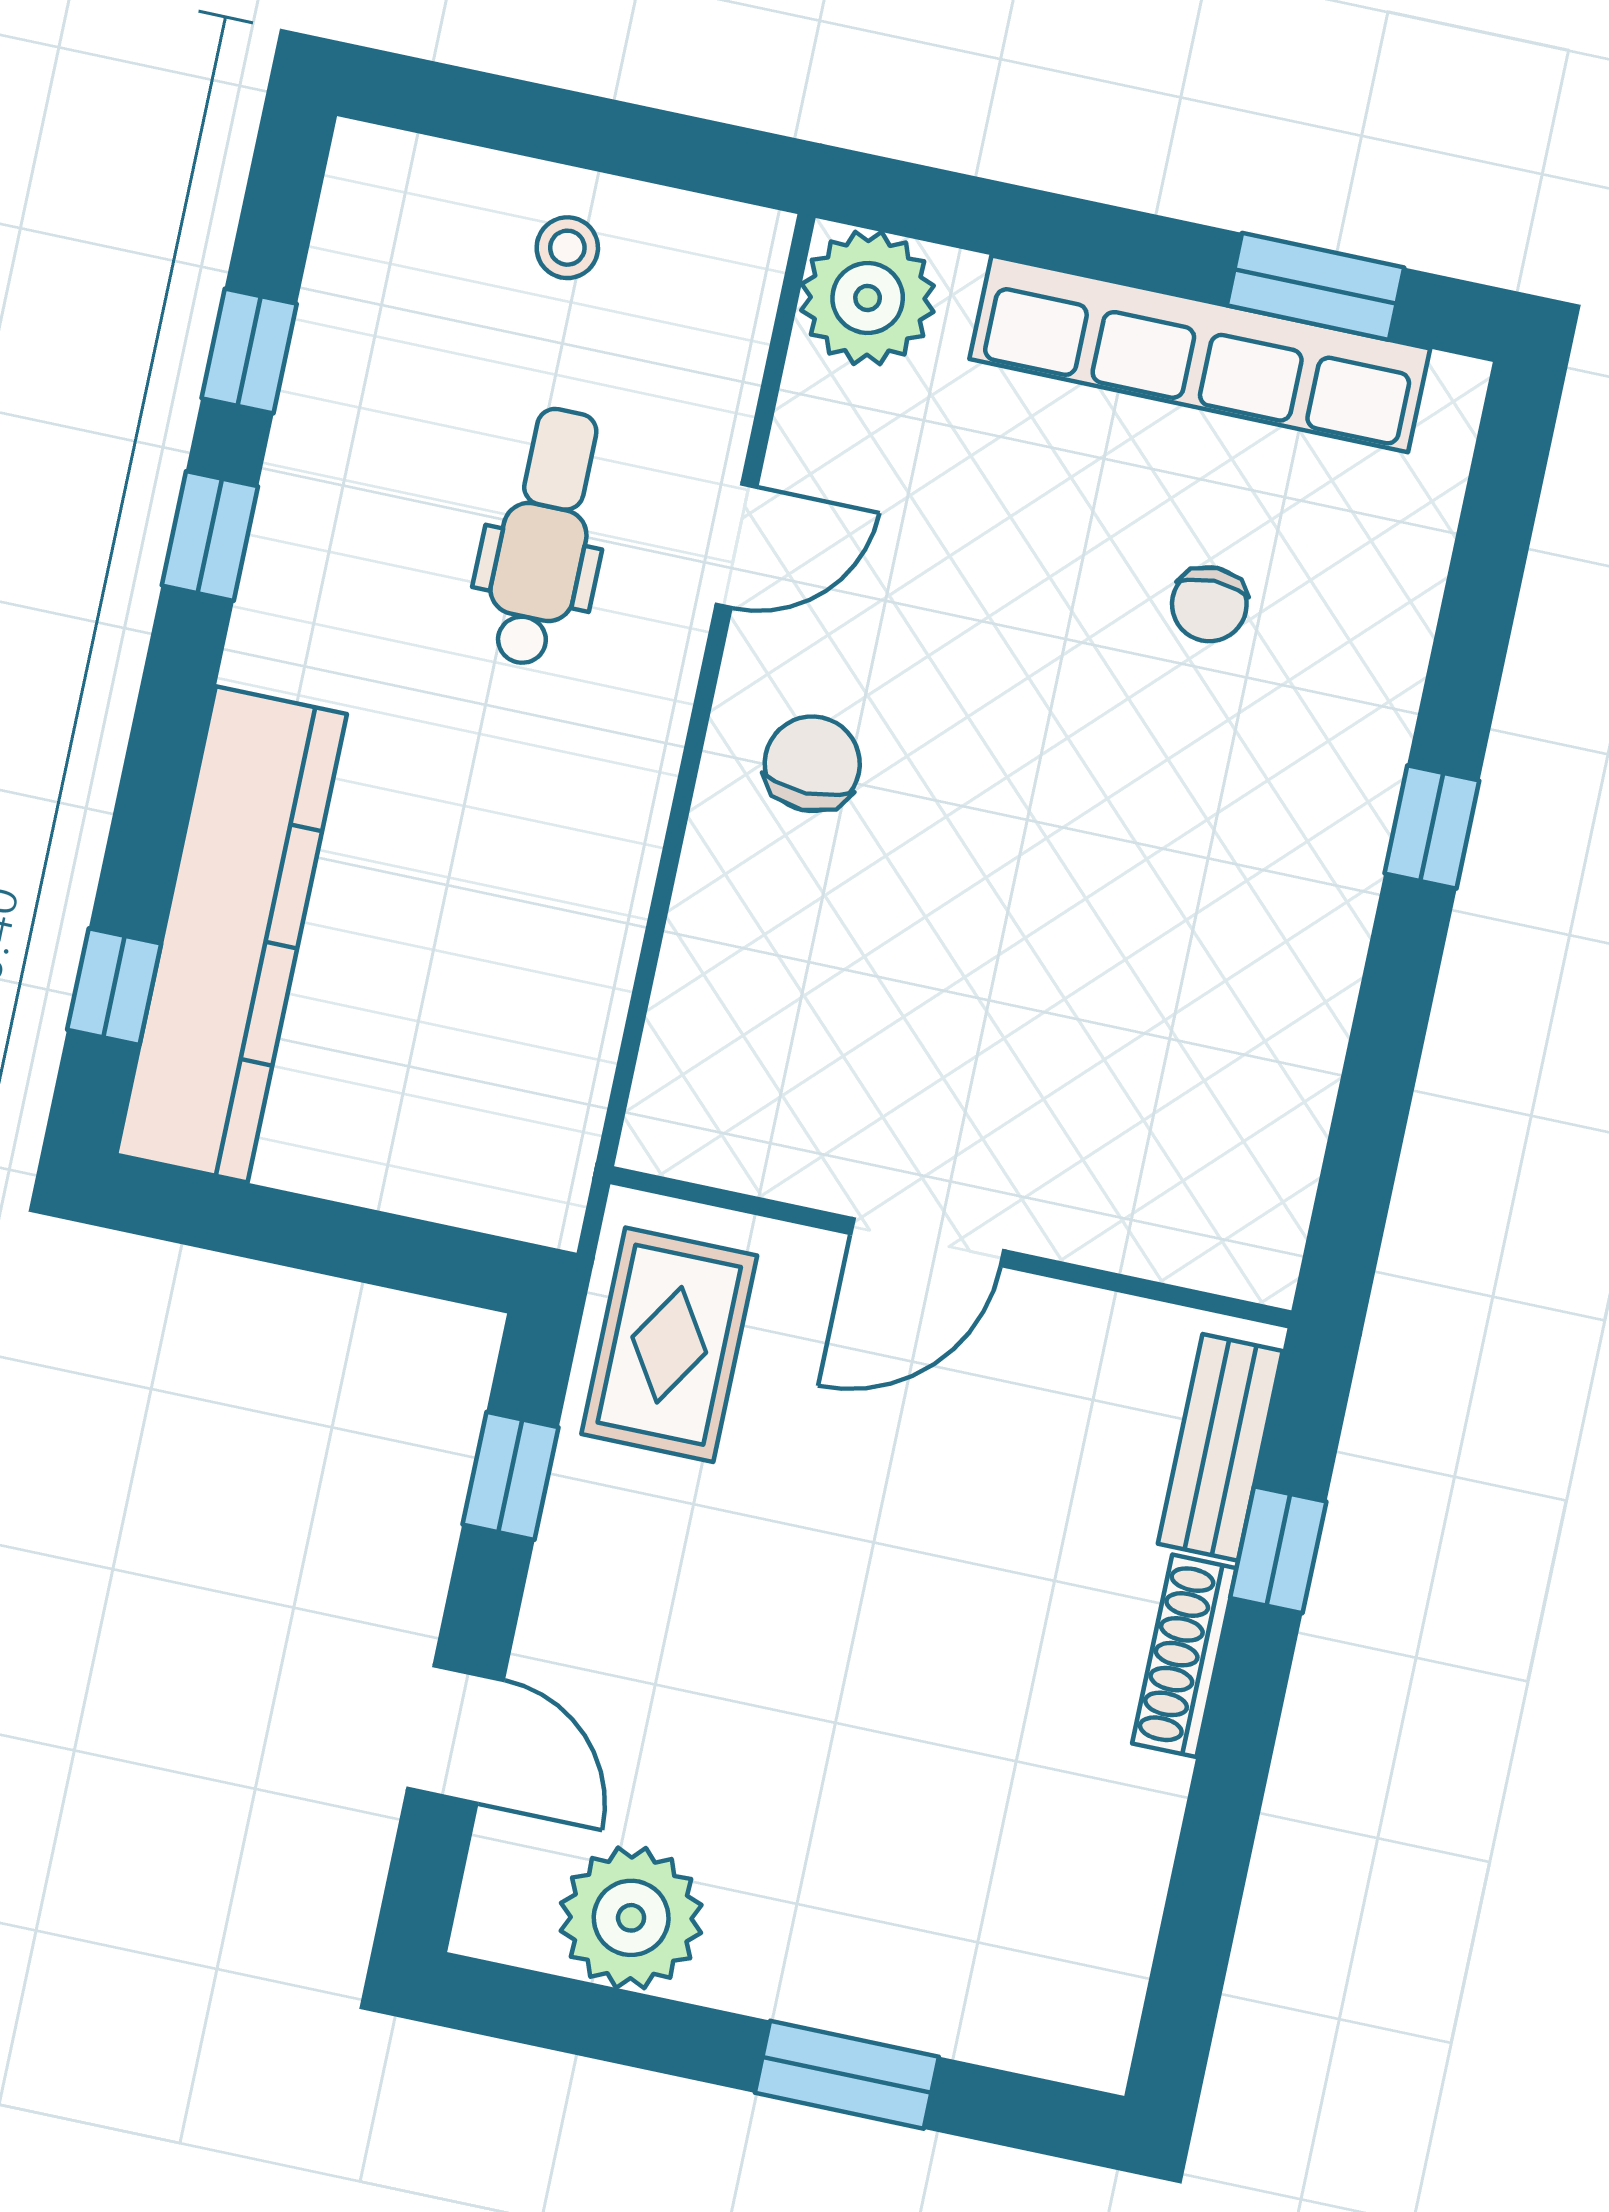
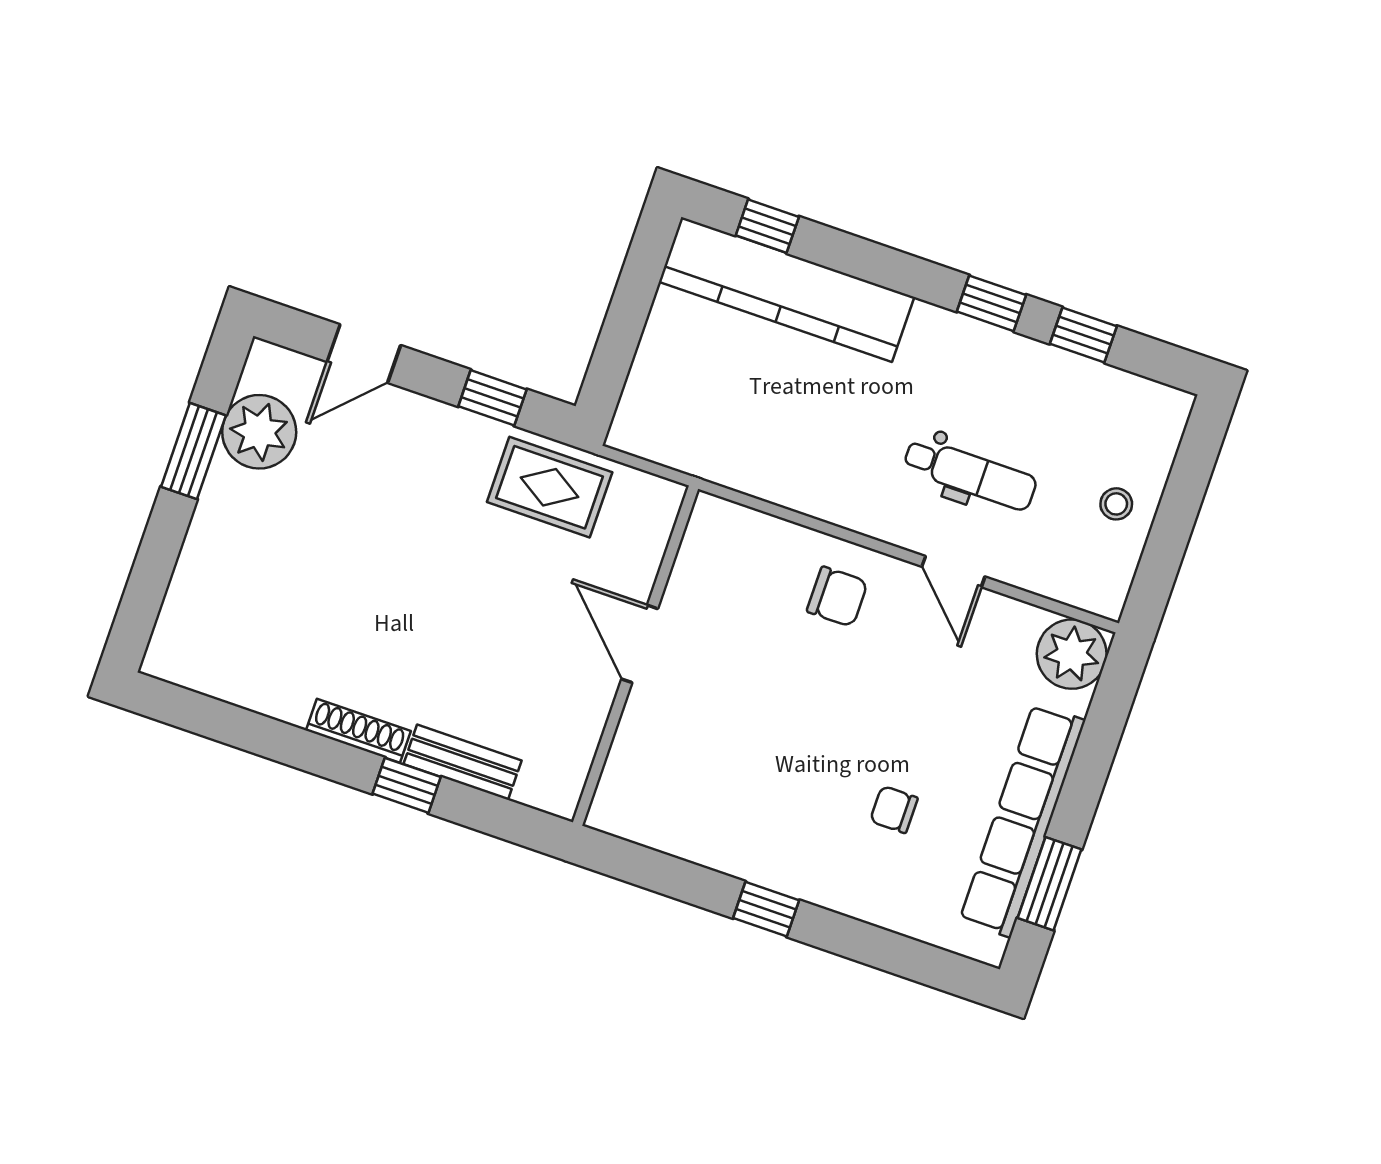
door: (927, 1242) -> (640, 644), moved
wall: (951, 1247) -> (636, 656), moved
window: (847, 2075) -> (193, 451), moved

